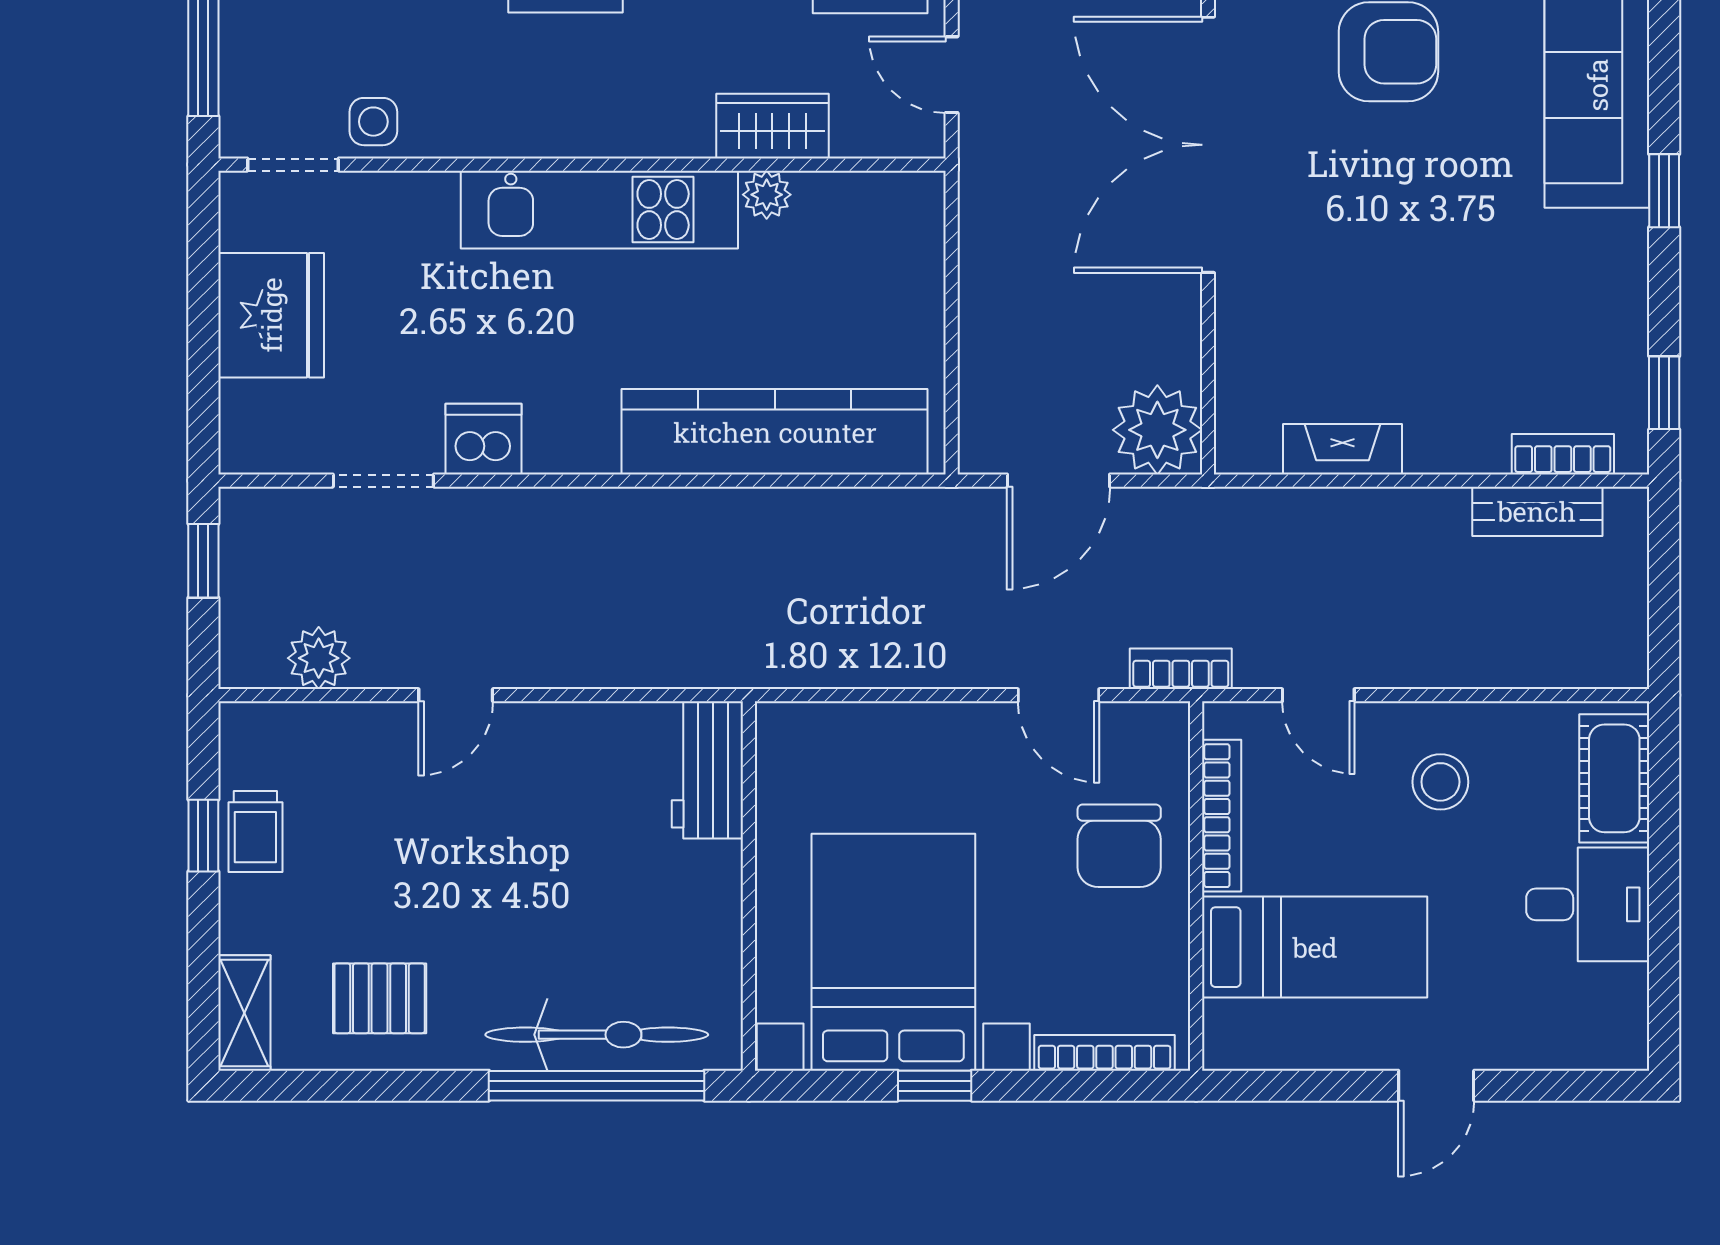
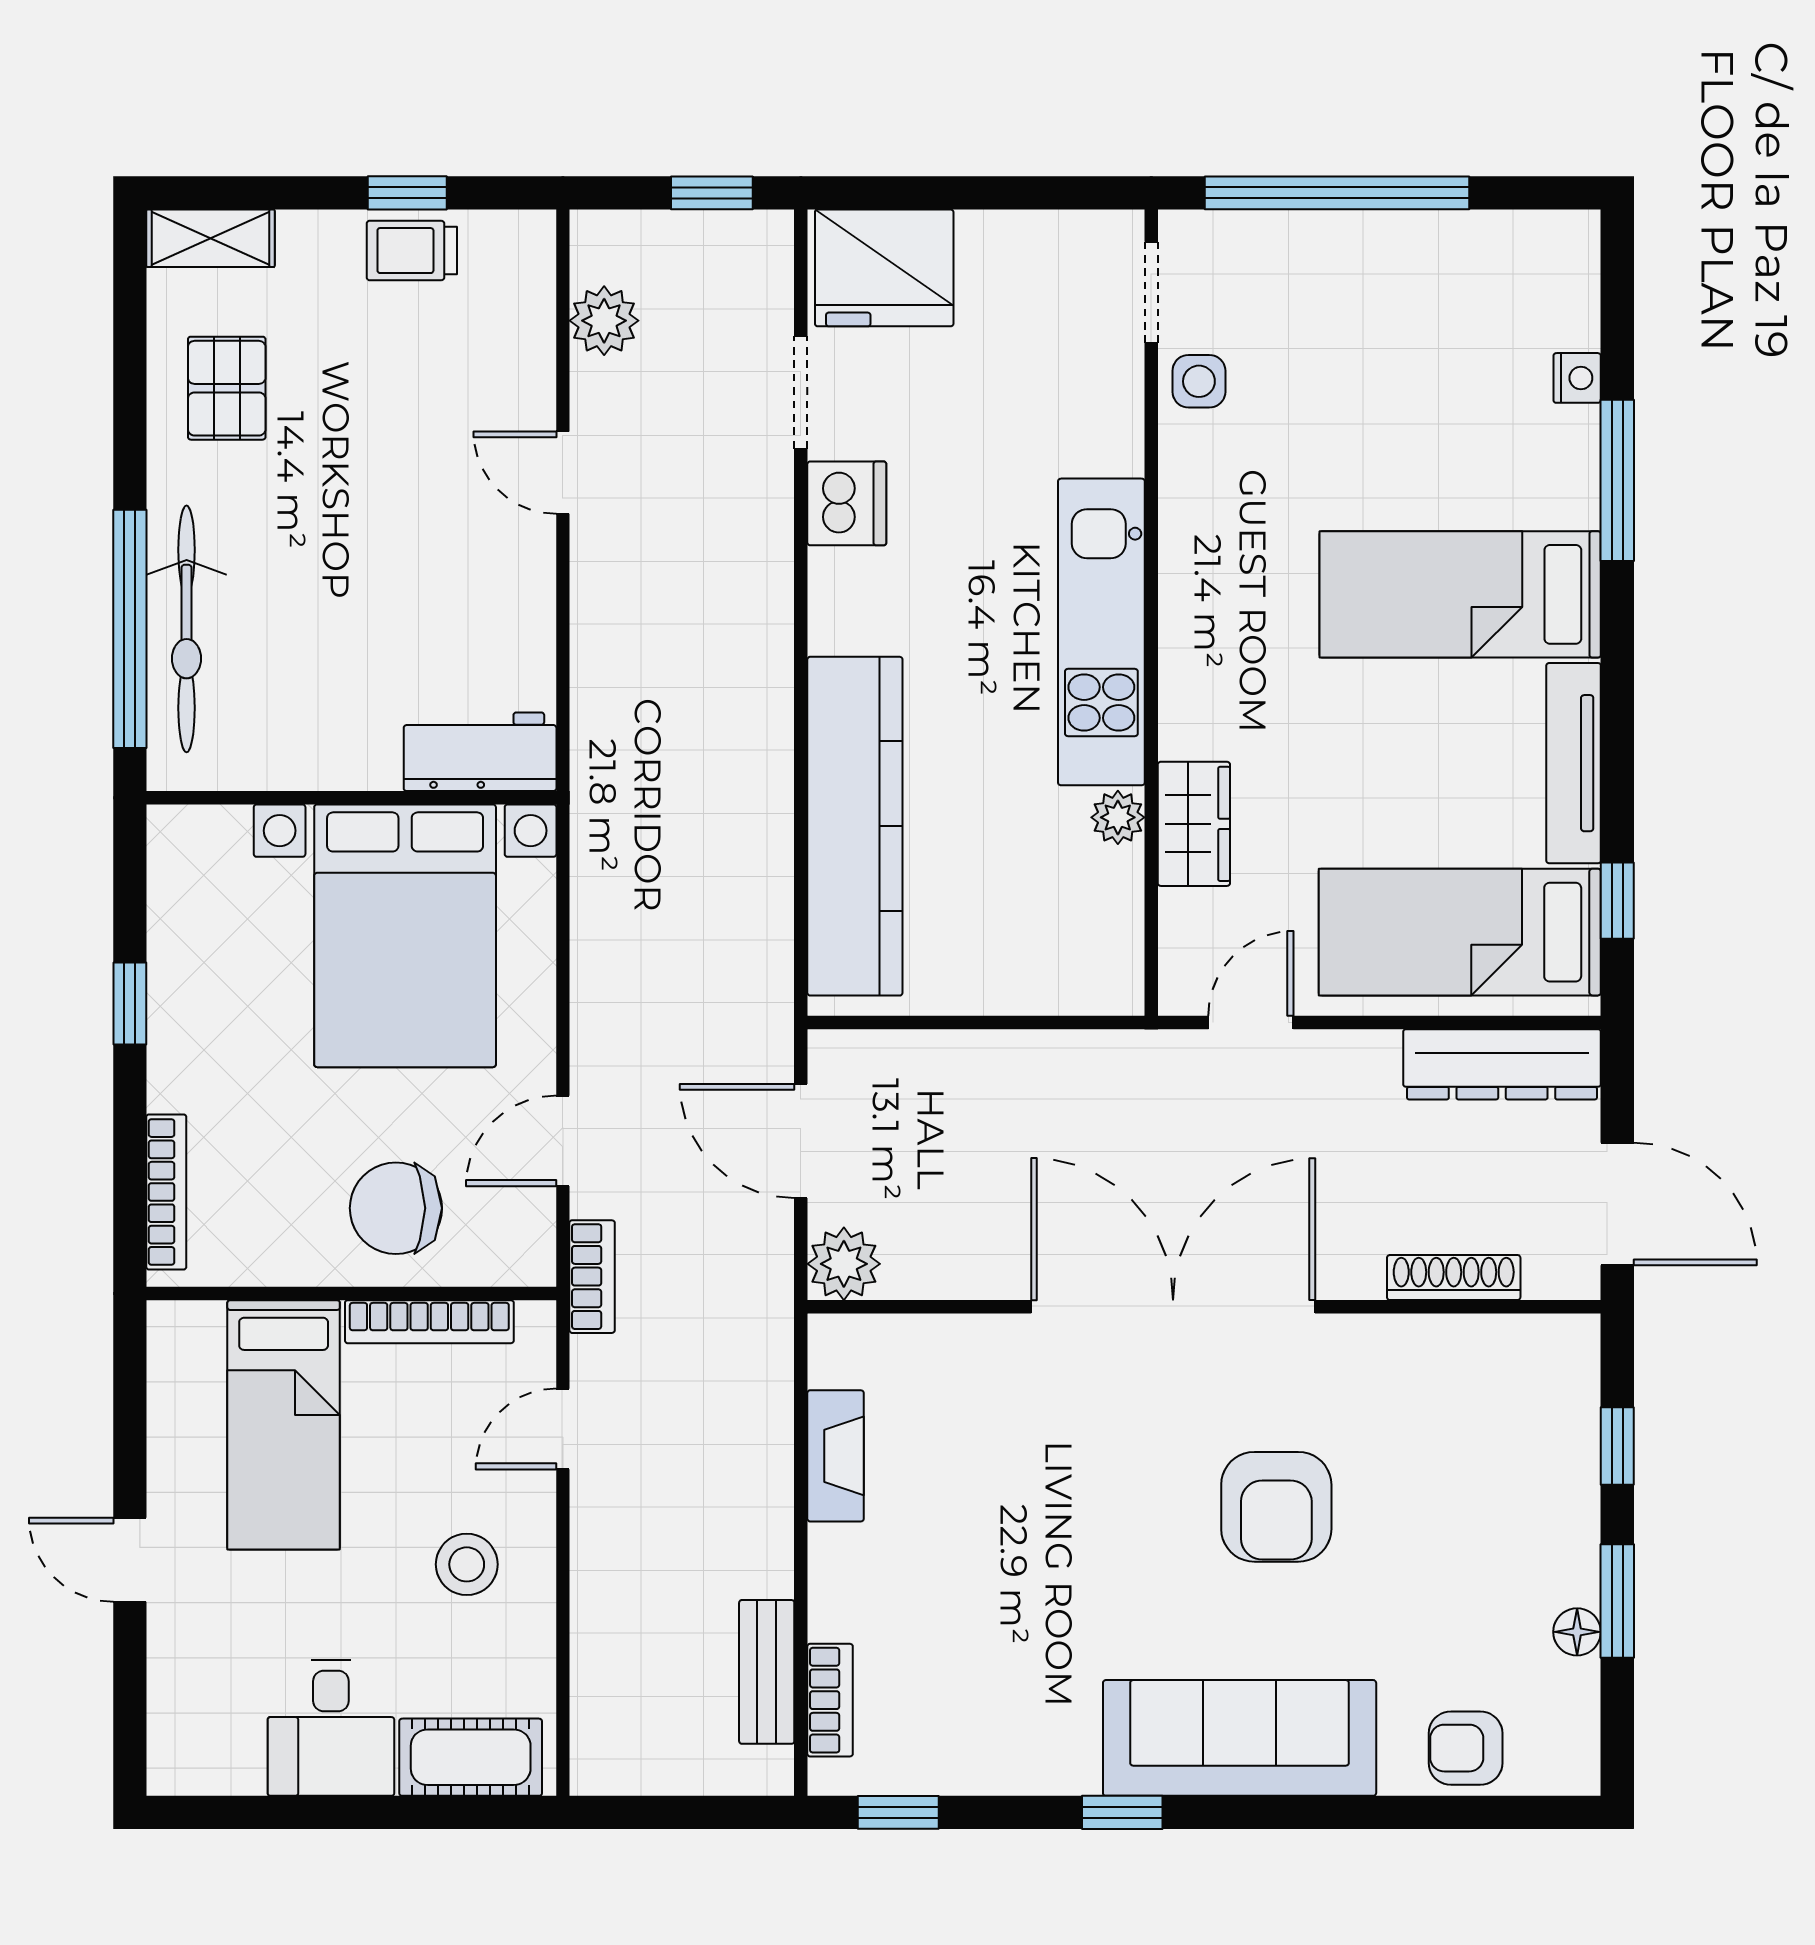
fridge: (271, 315) -> (884, 268), moved
plant: (1157, 430) -> (844, 1264), width x0.73, depth x0.73
bed with nightstands: (893, 952) -> (405, 936), moved, turned 90

